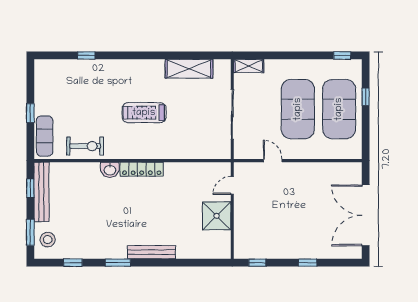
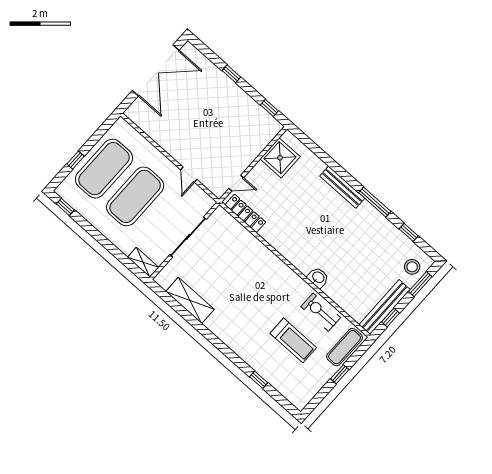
treadmill: (144, 113) -> (293, 340), moved
locker: (142, 169) -> (245, 213), moved
shower: (217, 216) -> (280, 158), moved
window: (118, 263) -> (375, 202), width x1.44

